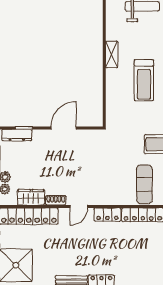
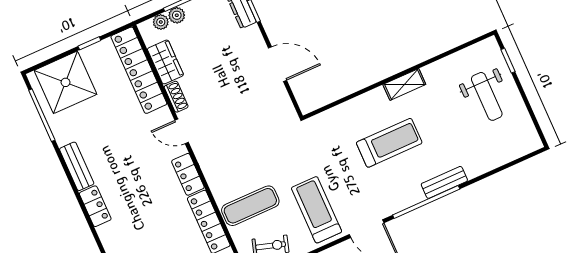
treadmill: (144, 80) -> (389, 143), turned 180

